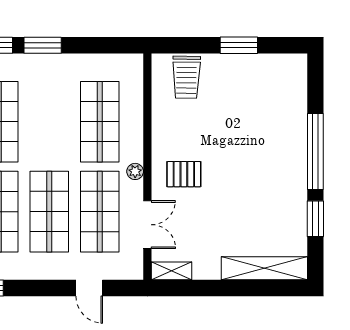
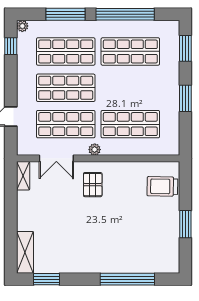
window: (43, 45) -> (185, 98), moved
window: (315, 152) -> (127, 279), moved
window: (315, 219) -> (47, 279), moved
shelving: (264, 268) -> (25, 252), width x0.68

